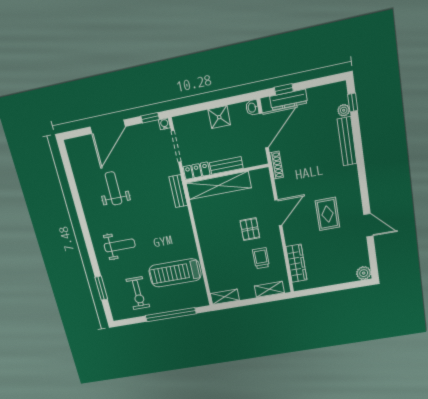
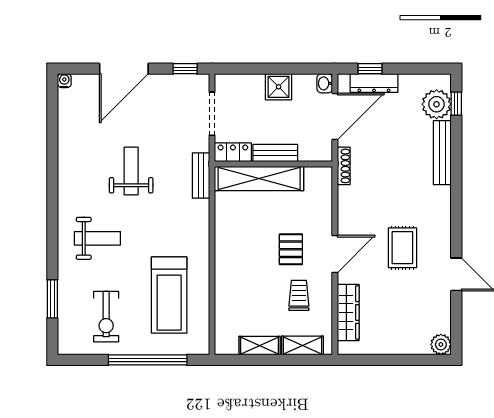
plant: (344, 110) -> (437, 104), width x1.87, depth x1.87
water cooler: (164, 124) -> (64, 81), moved
weight bench: (113, 188) -> (131, 171), moved
door: (278, 213) -> (335, 254), moved
treadmill: (175, 273) -> (169, 295), turned -90
shelving: (225, 297) -> (260, 346), moved

